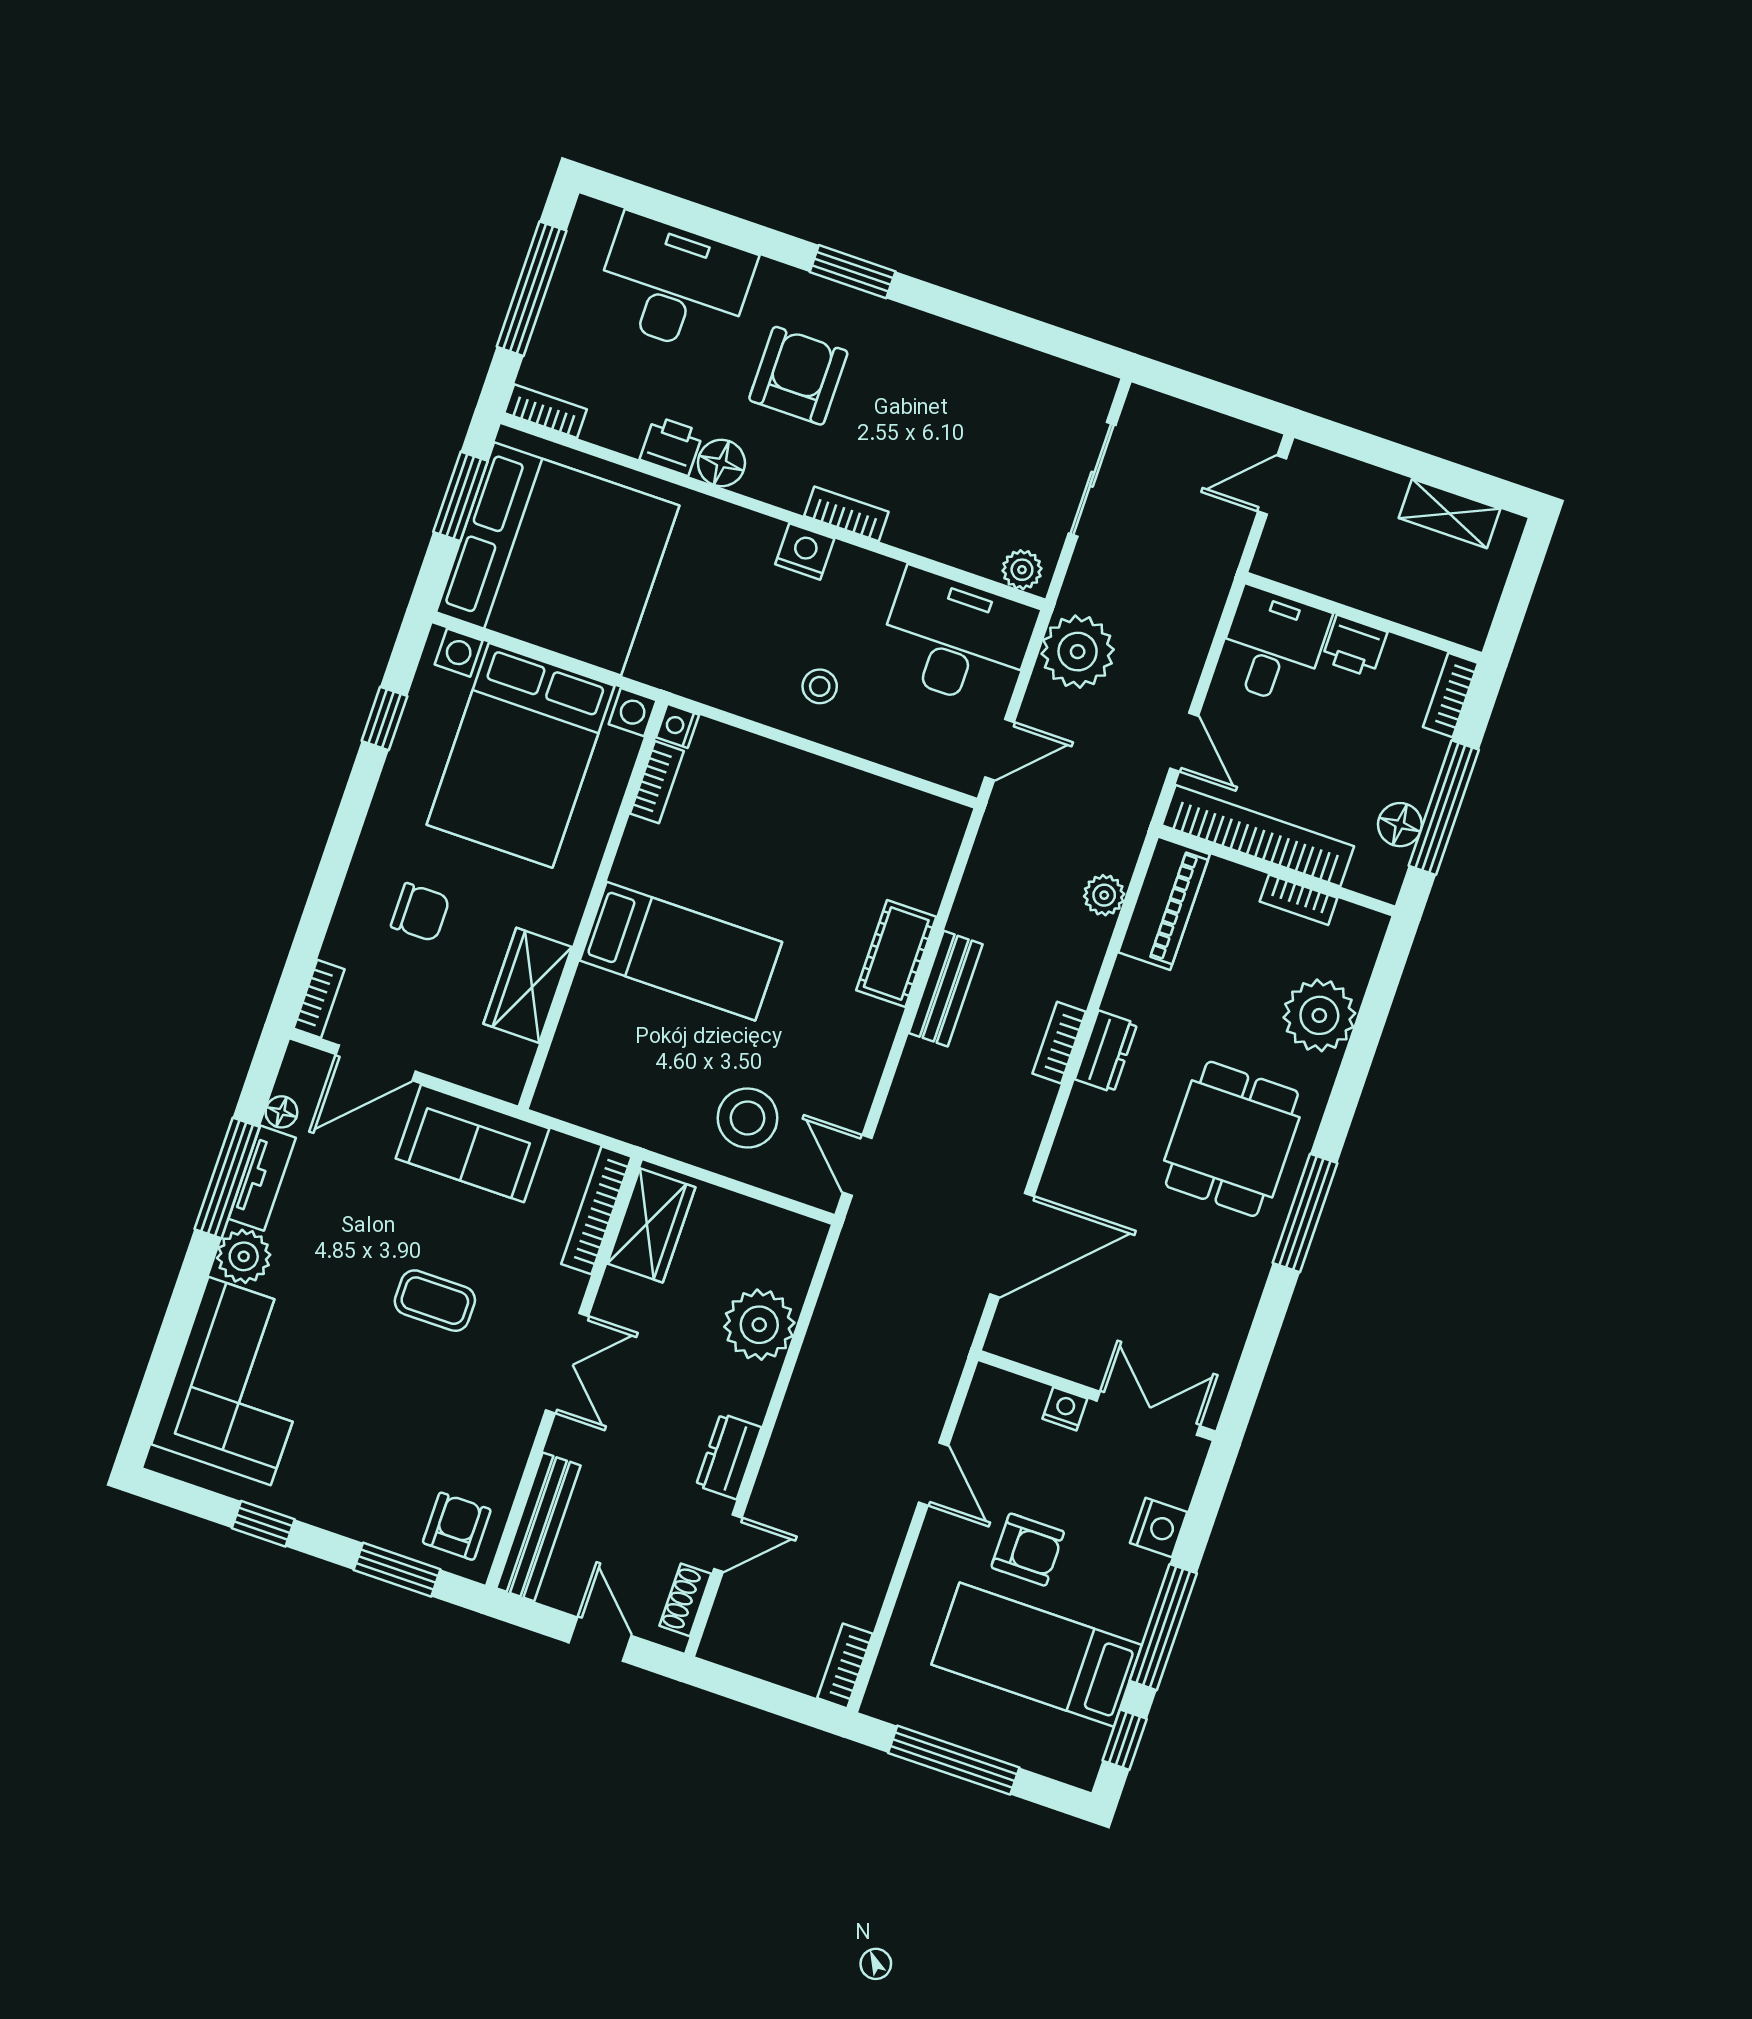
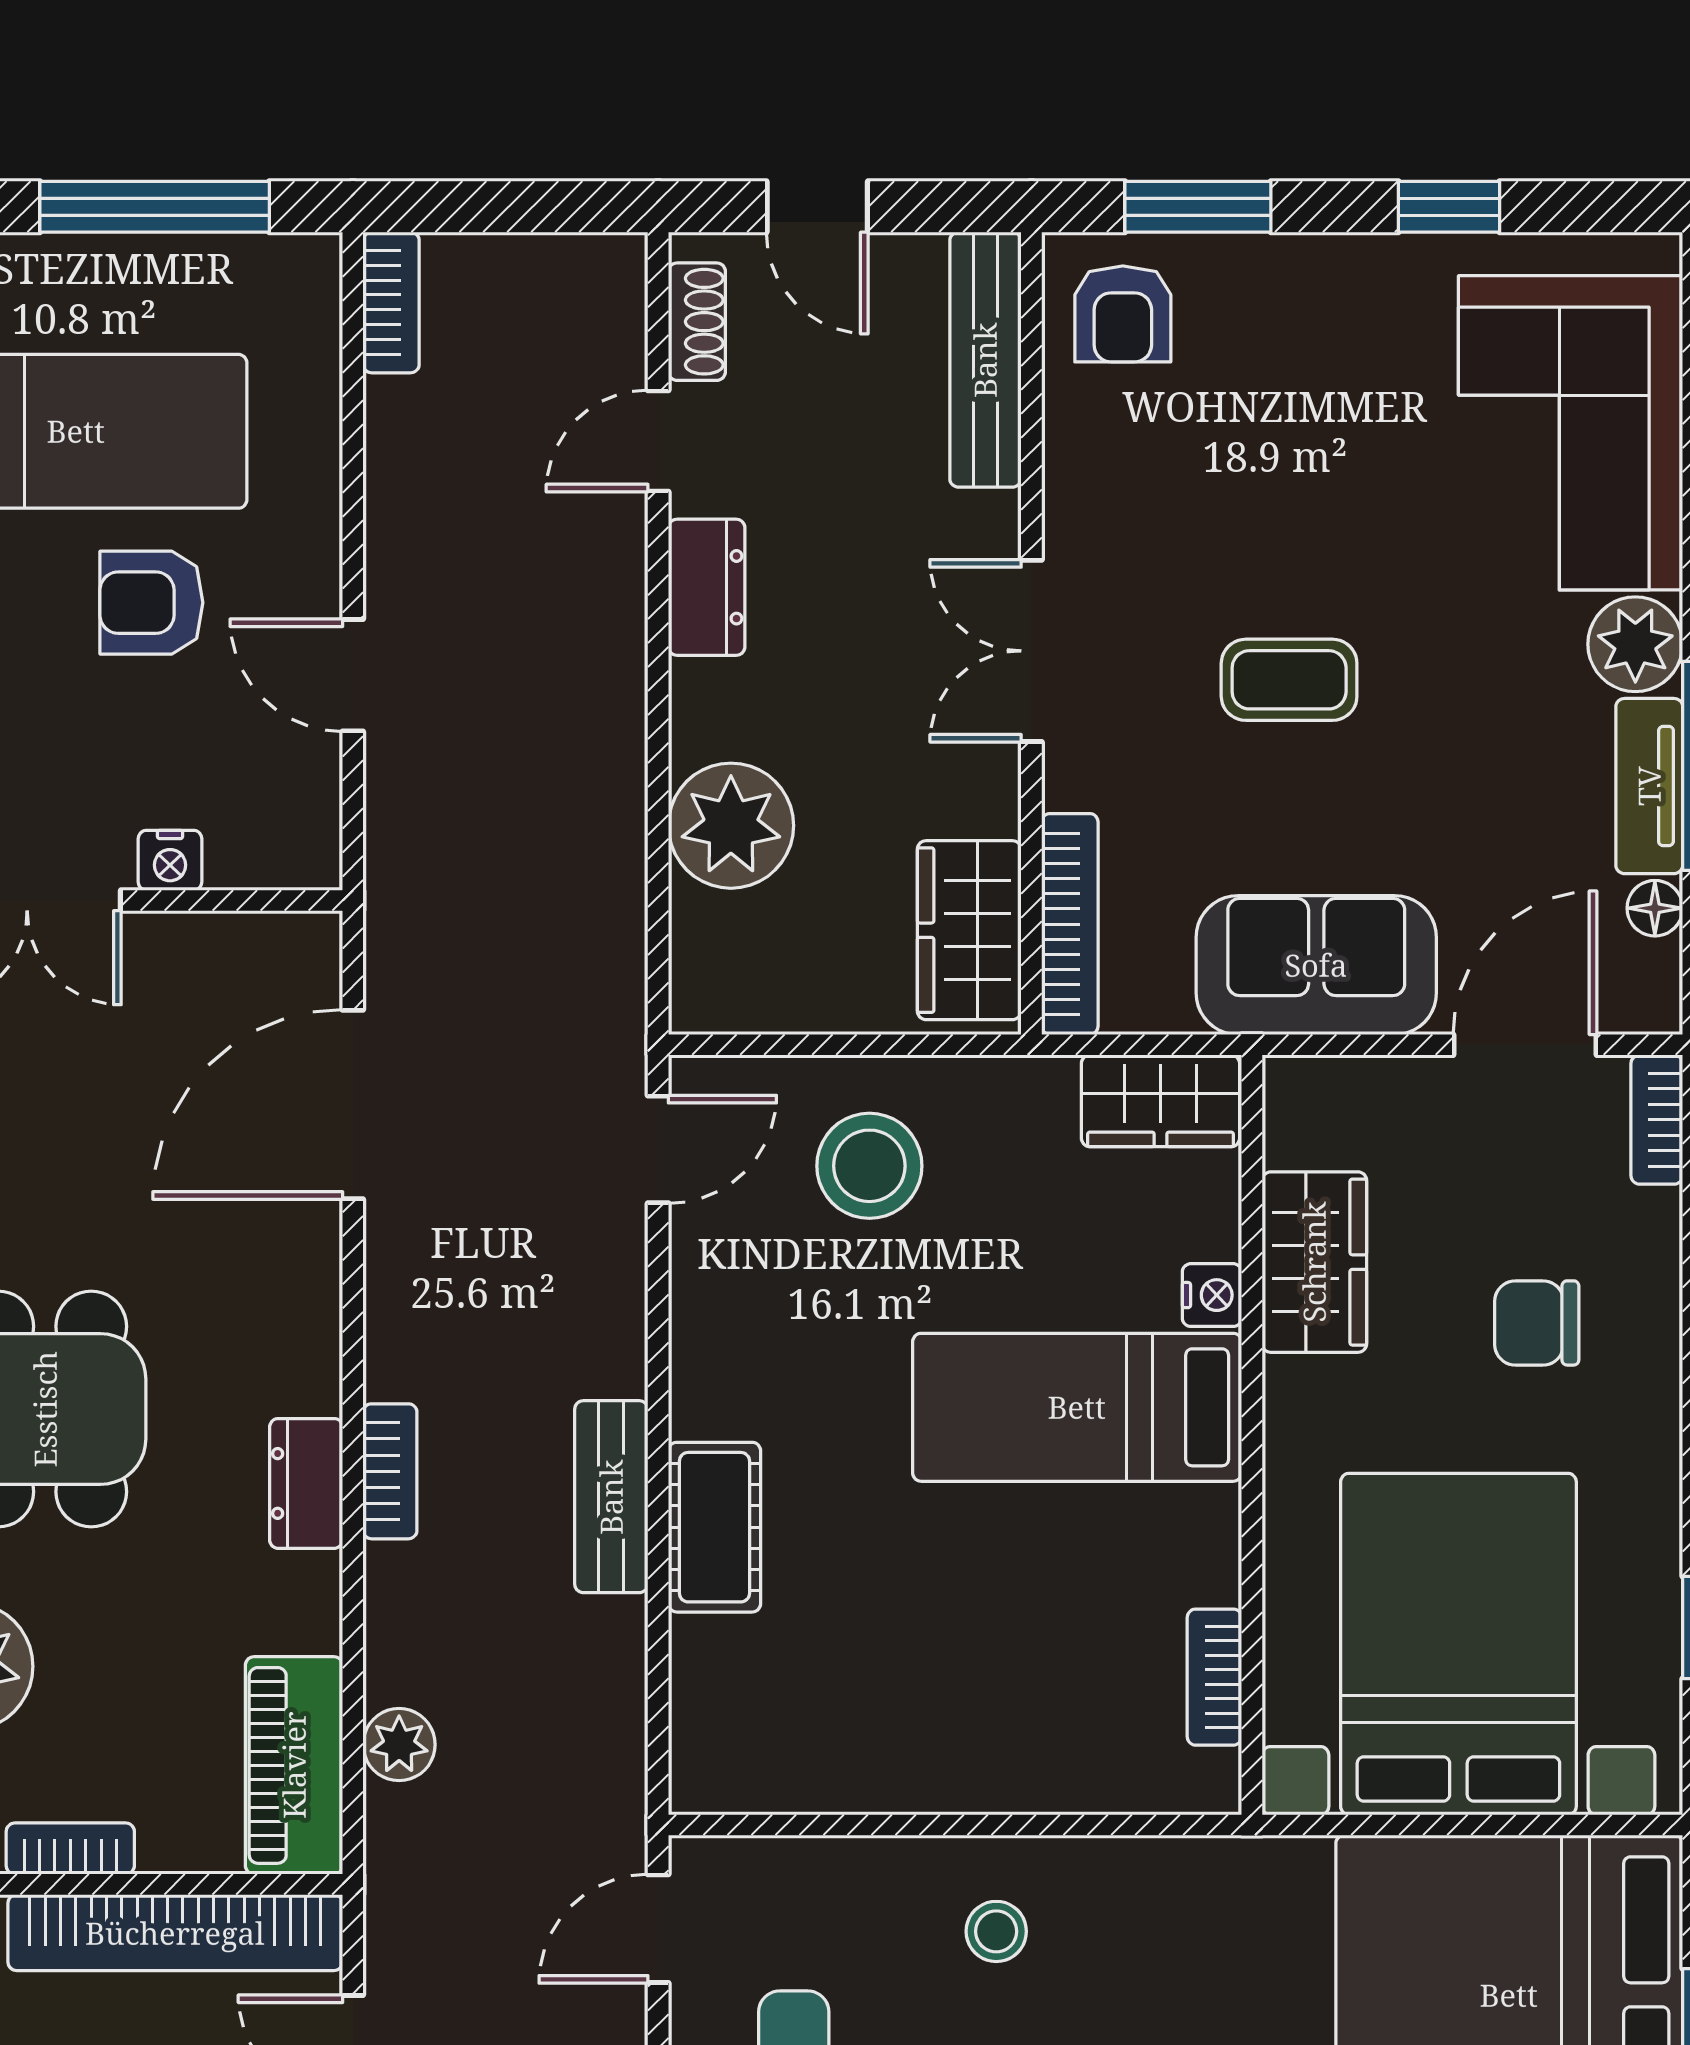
nightstand: (678, 726) -> (1212, 1295), moved
wardrobe: (580, 1099) -> (1161, 1101), added
door: (857, 1165) -> (658, 1149), hinge flipped

